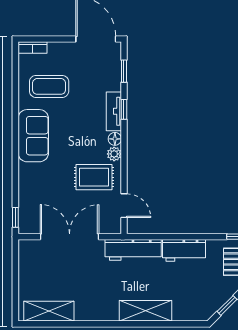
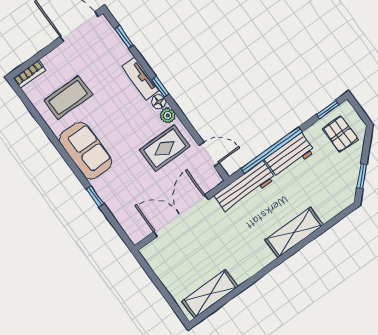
window: (124, 109) -> (160, 87), moved
window: (15, 217) -> (95, 197), moved
window: (173, 237) -> (272, 150), added

